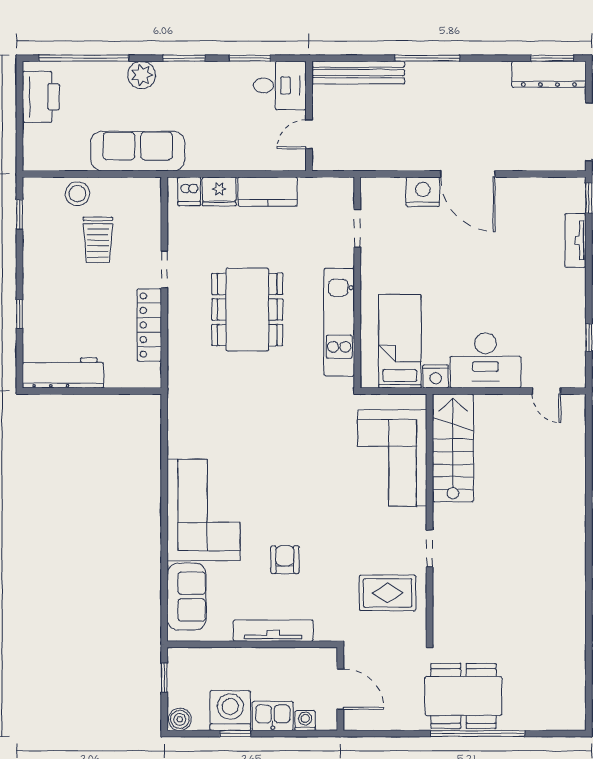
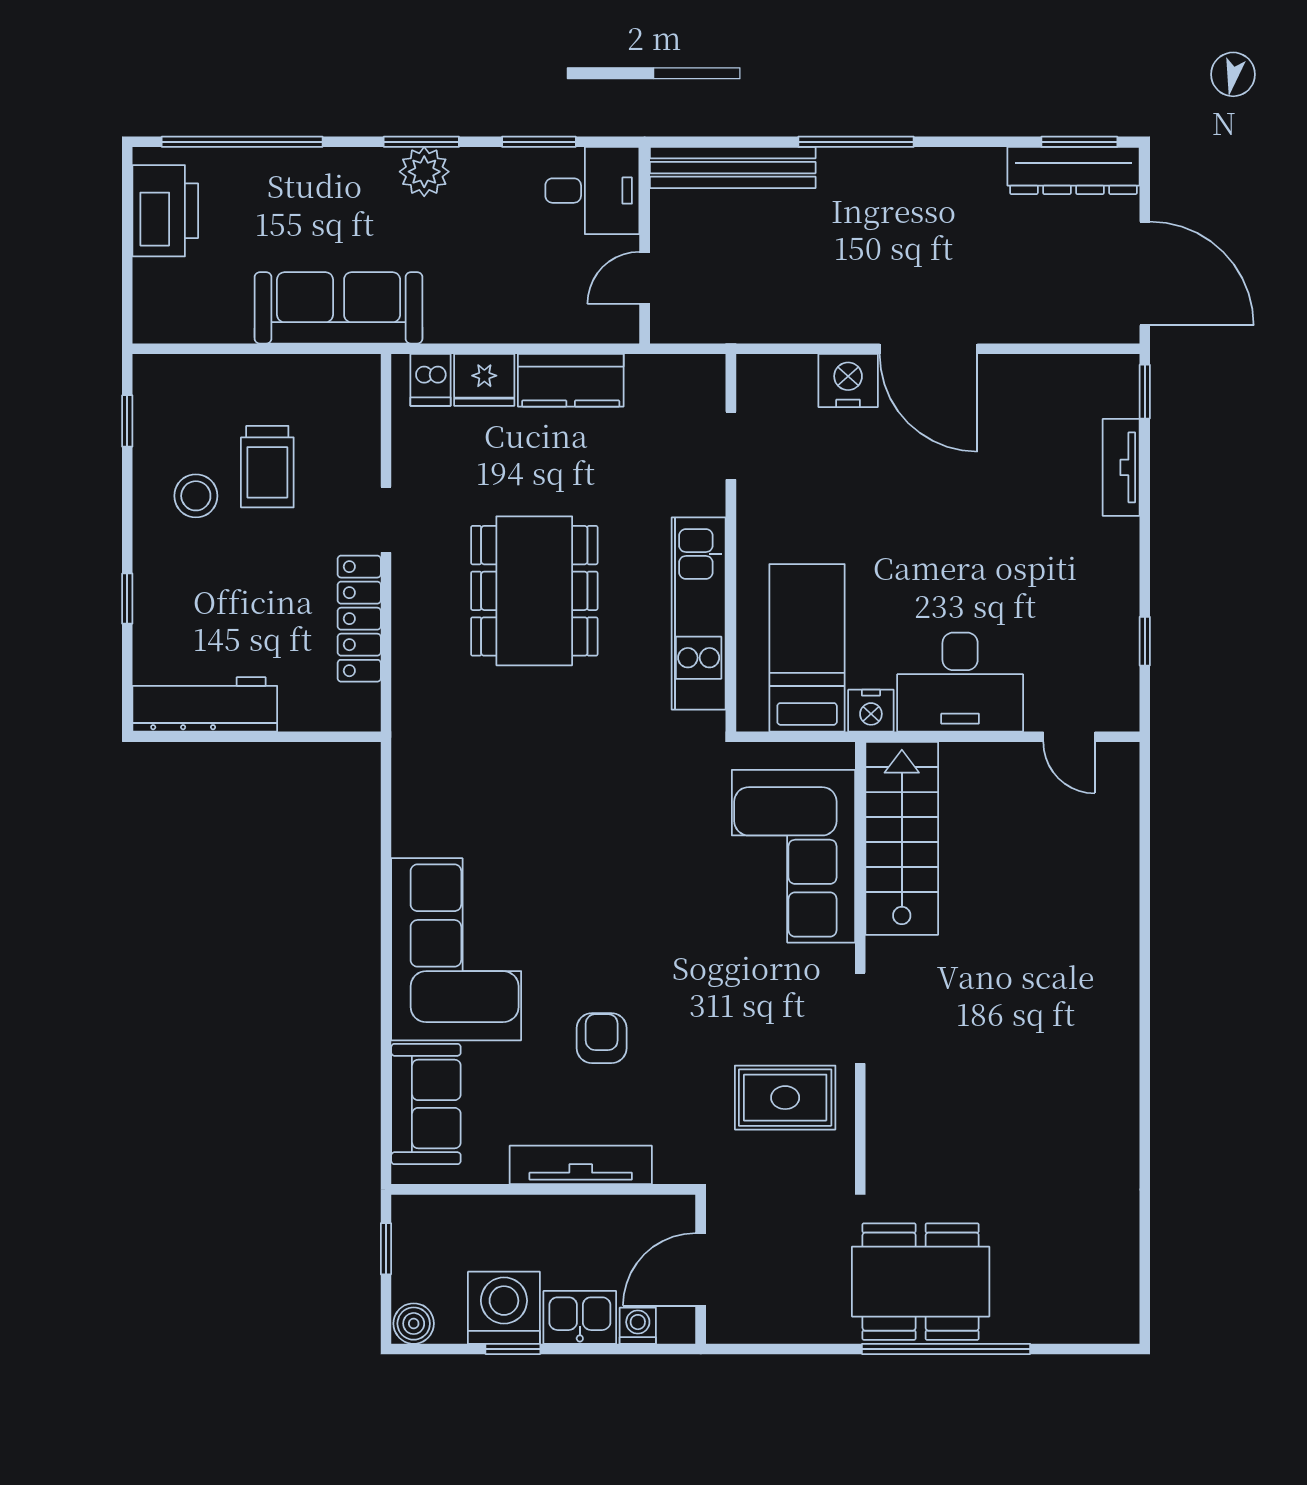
plant: (142, 75) -> (424, 172), moved
stool: (77, 194) -> (196, 496), moved
doorway: (430, 549) -> (860, 1018), width x1.38
door: (340, 689) -> (701, 1269), swing flipped

